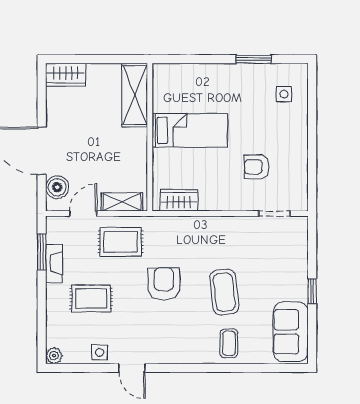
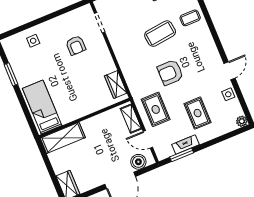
side table: (284, 94) -> (33, 41), moved
bed: (190, 130) -> (42, 107), moved

